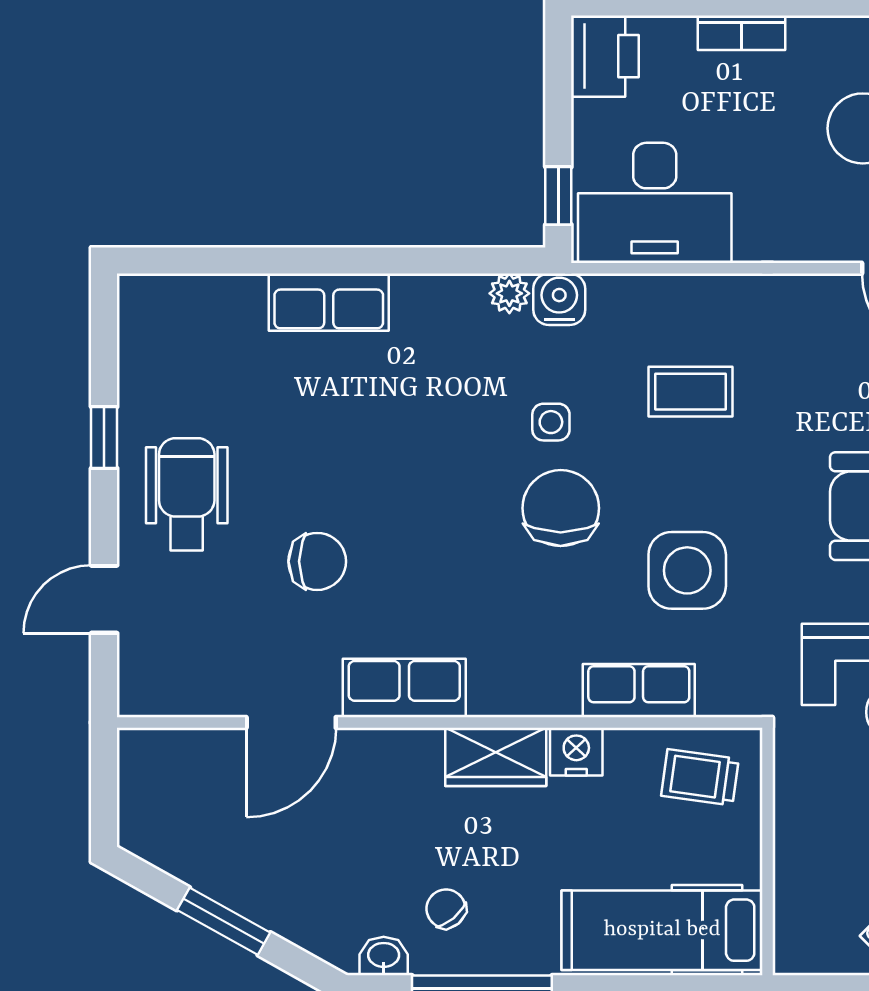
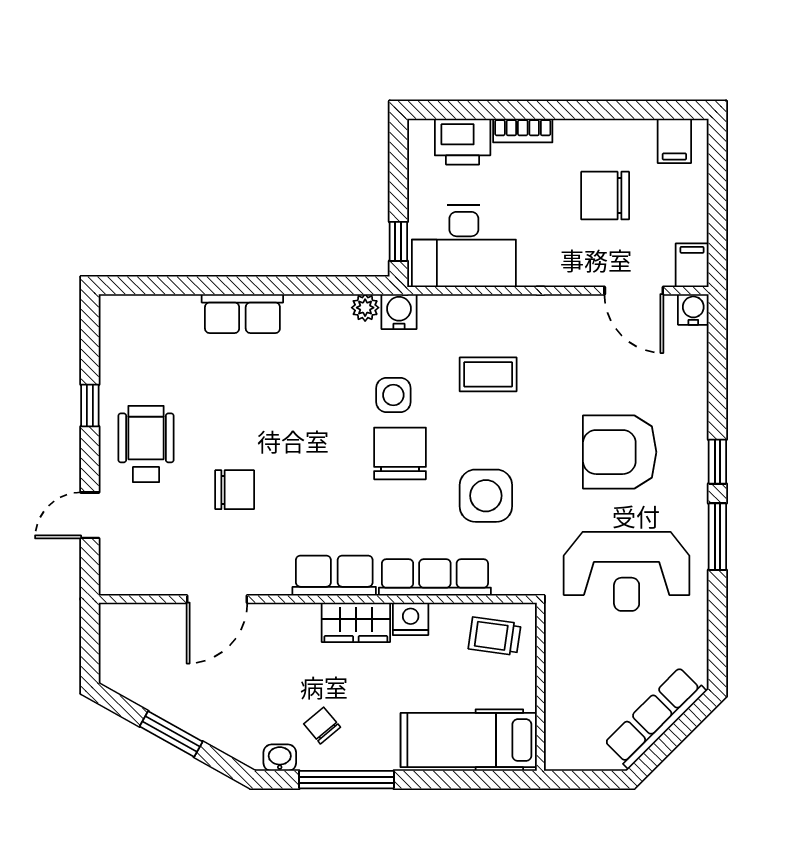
printer: (605, 56) -> (463, 142), moved, turned 90
side table: (551, 422) -> (393, 395), width x1.37, depth x1.37
row of seats: (404, 688) -> (334, 576), moved
row of seats: (639, 691) -> (435, 577), width x1.48

